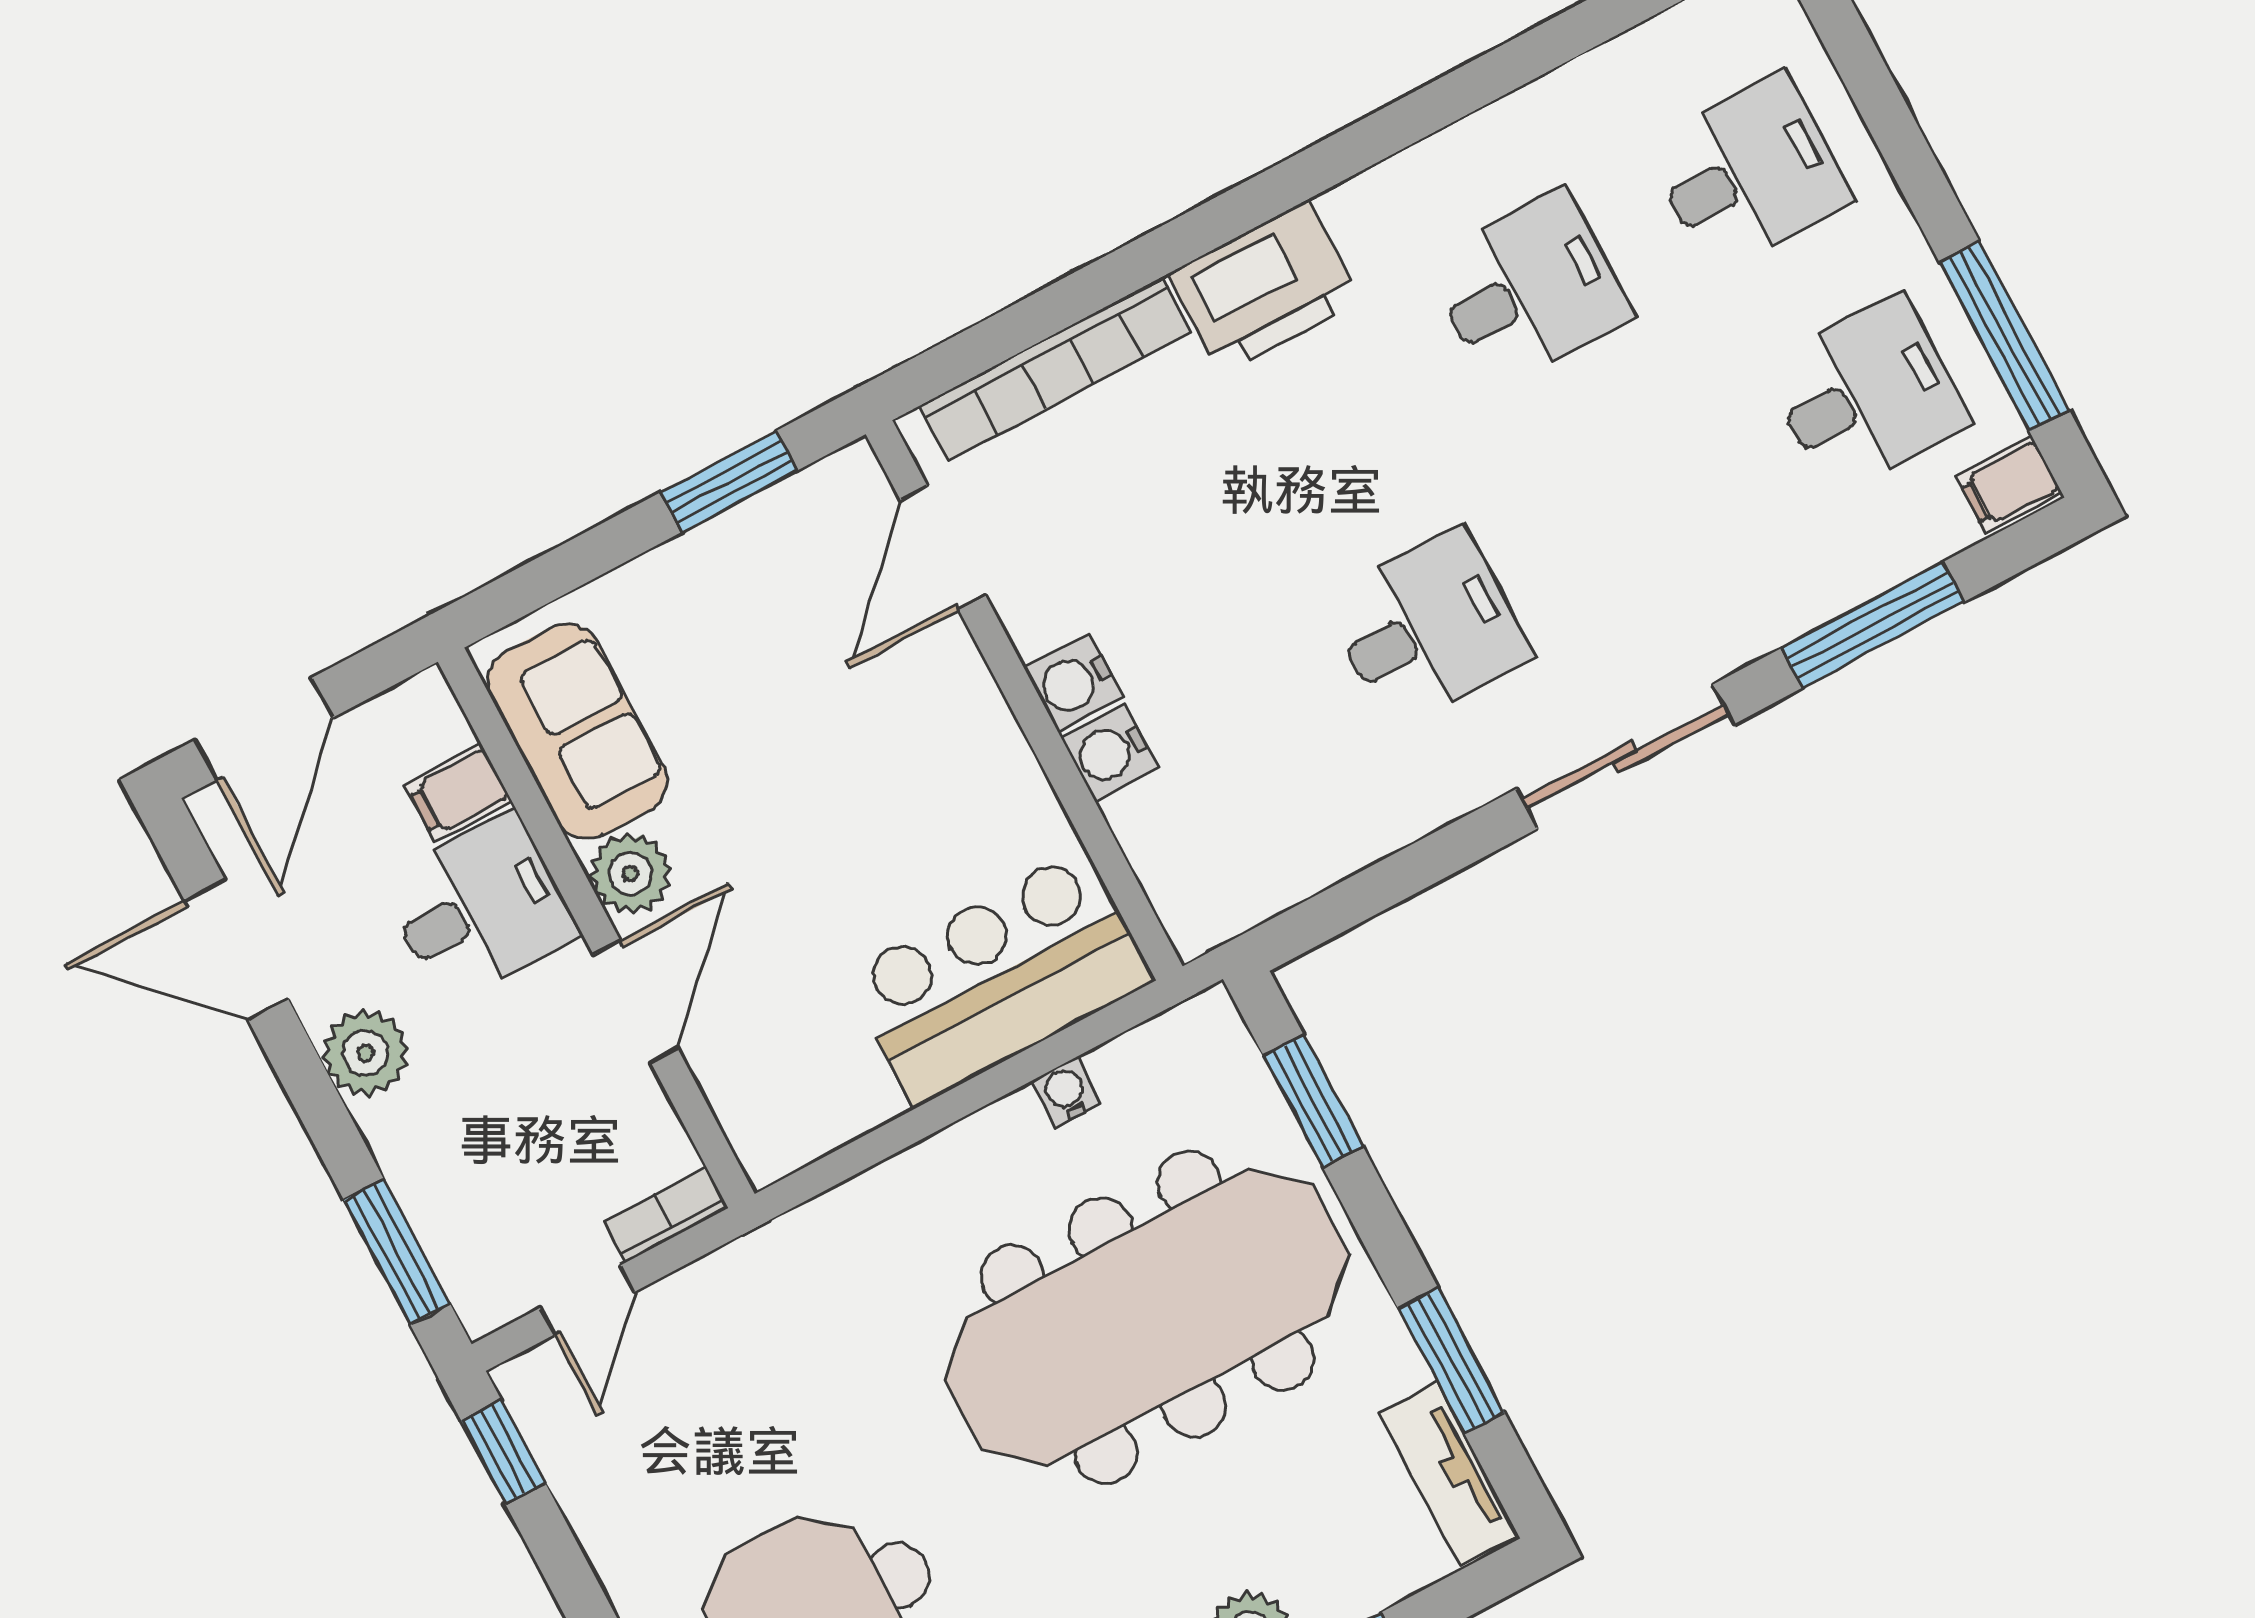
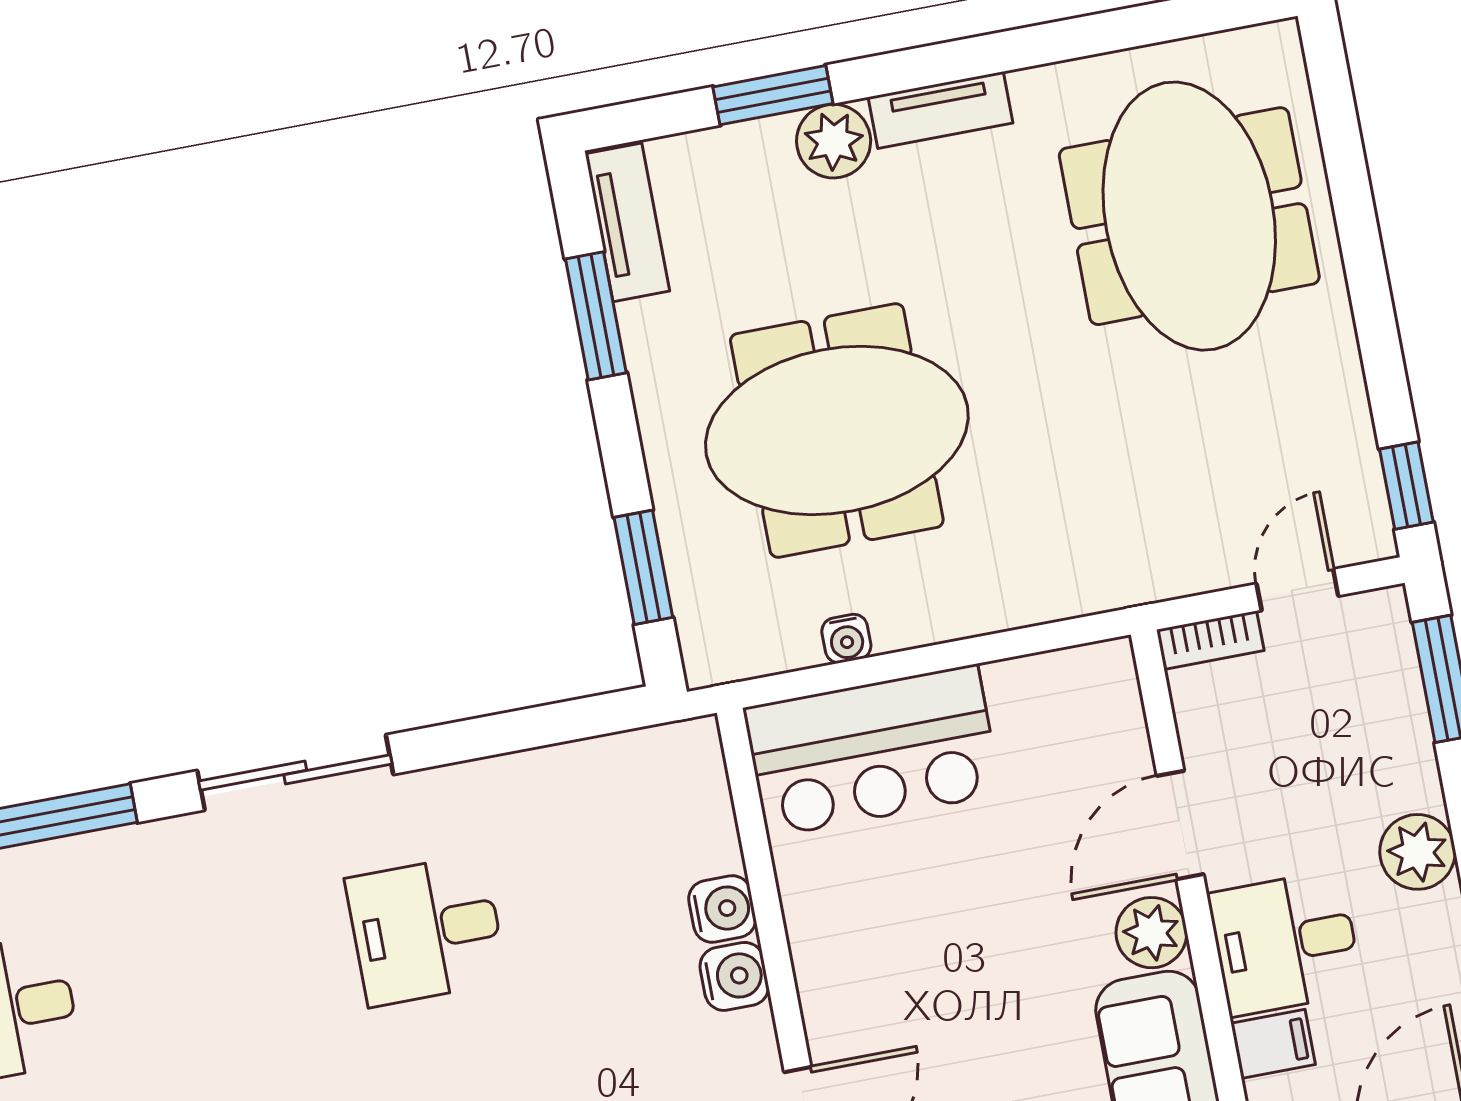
meeting table: (1147, 1317) -> (837, 430), width x0.73

